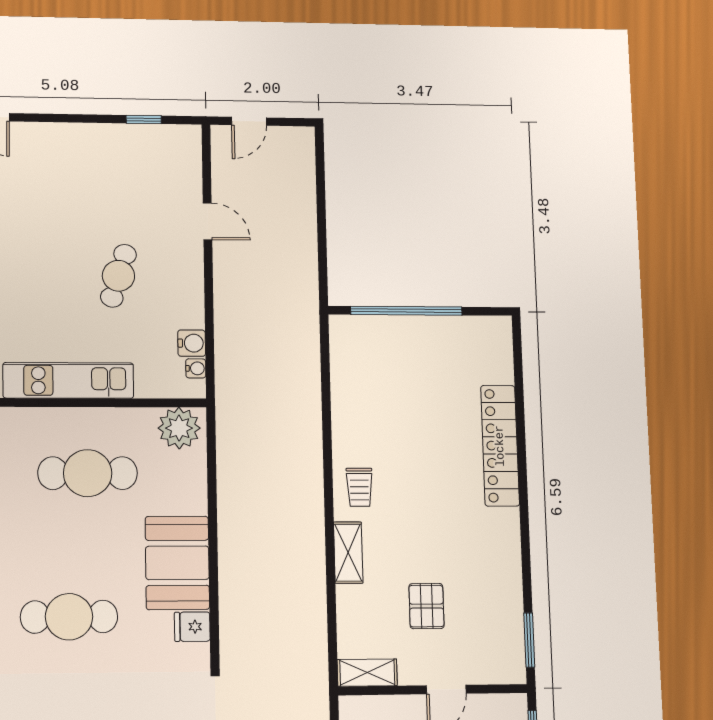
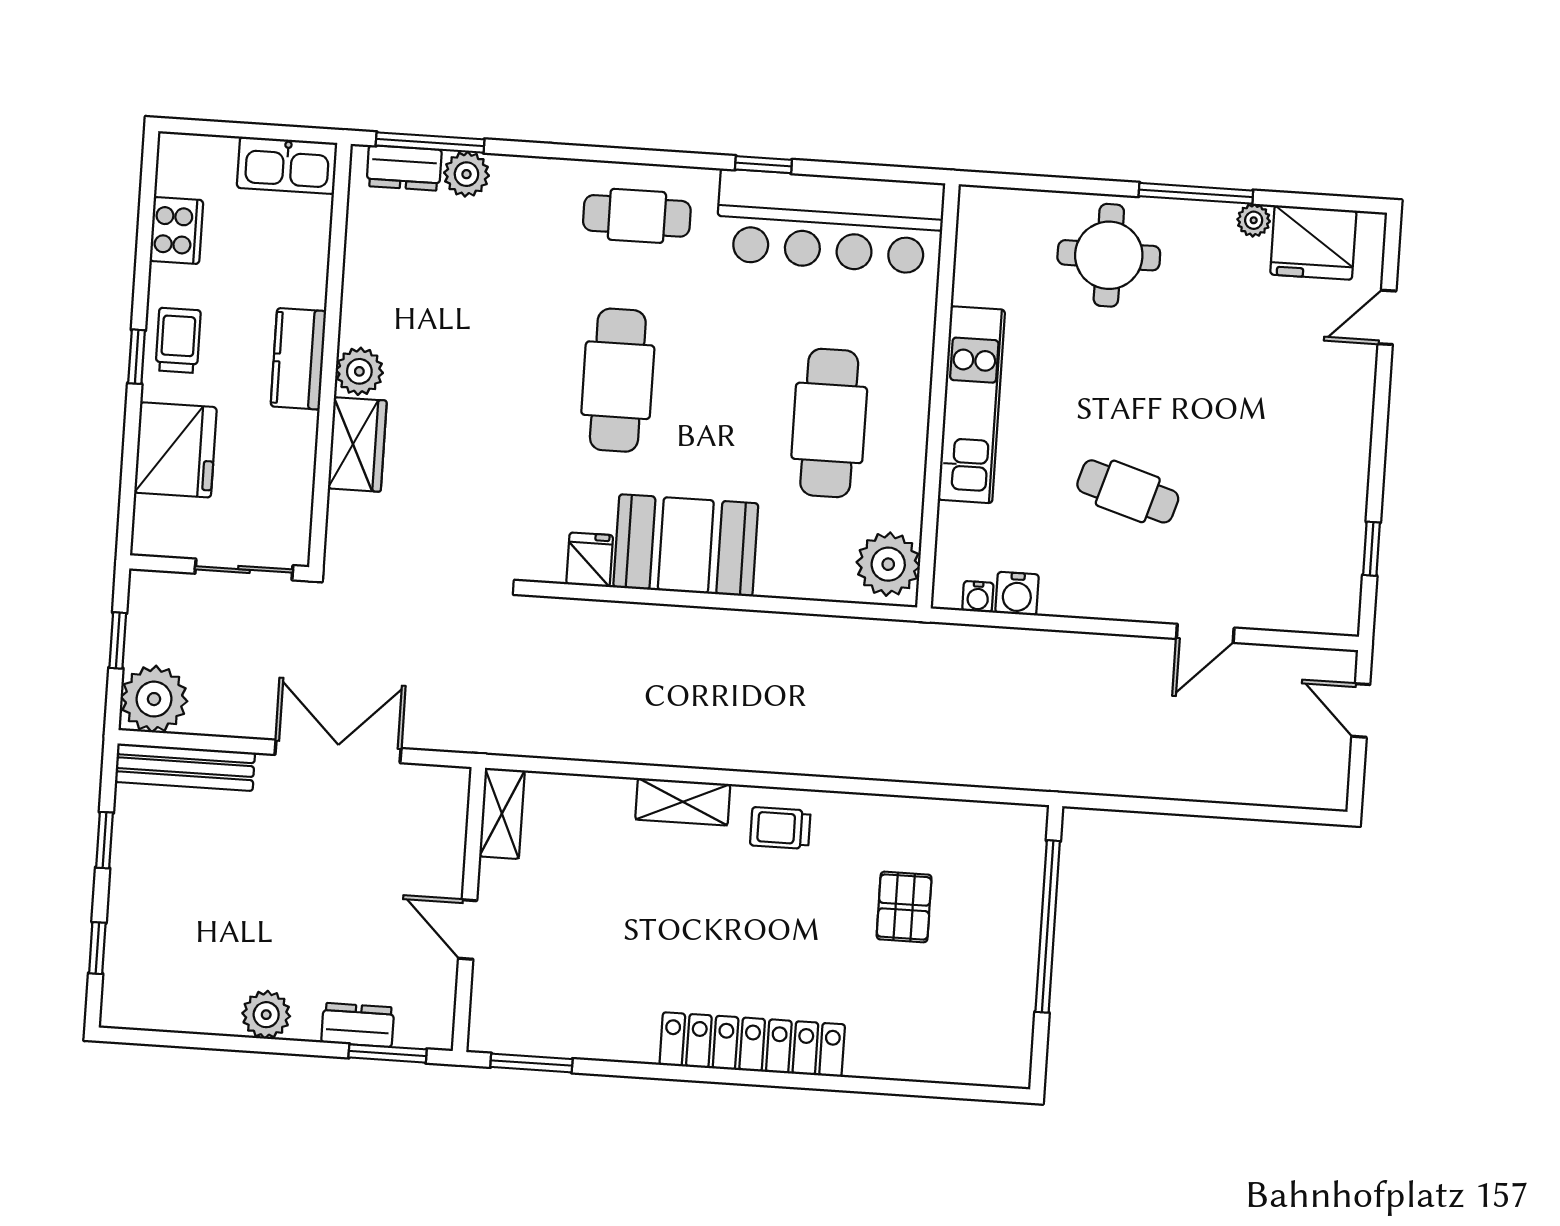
locker: (500, 446) -> (752, 1045), moved
pallet: (426, 606) -> (904, 907), moved, turned 90

